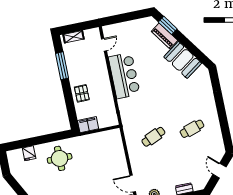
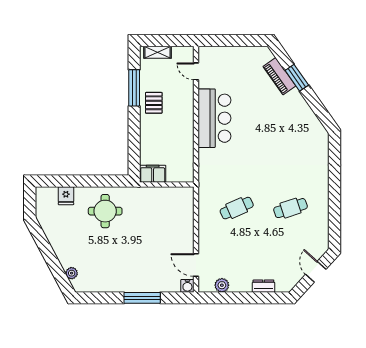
window: (168, 25) -> (297, 78), moved
door: (104, 45) -> (196, 71), swing flipped
booth: (183, 60) -> (297, 113), removed
pallet: (82, 93) -> (154, 103), moved

